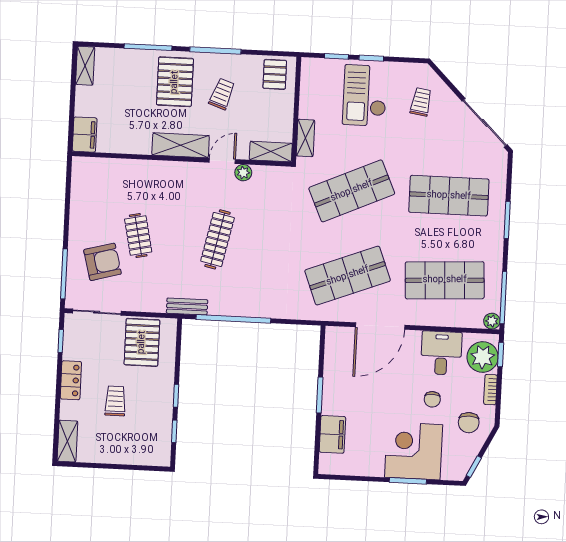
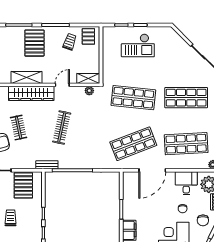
trolley: (222, 94) -> (70, 42), moved
checkout: (365, 95) -> (138, 45), turned -90
trolley: (421, 102) -> (168, 47), removed
shelving: (306, 138) -> (107, 70), removed
shelving: (181, 145) -> (27, 77), moved
plant: (243, 173) -> (89, 91), moved
wardrobe: (165, 174) -> (31, 93), added
shop shelf: (352, 191) -> (133, 98), turned 30

